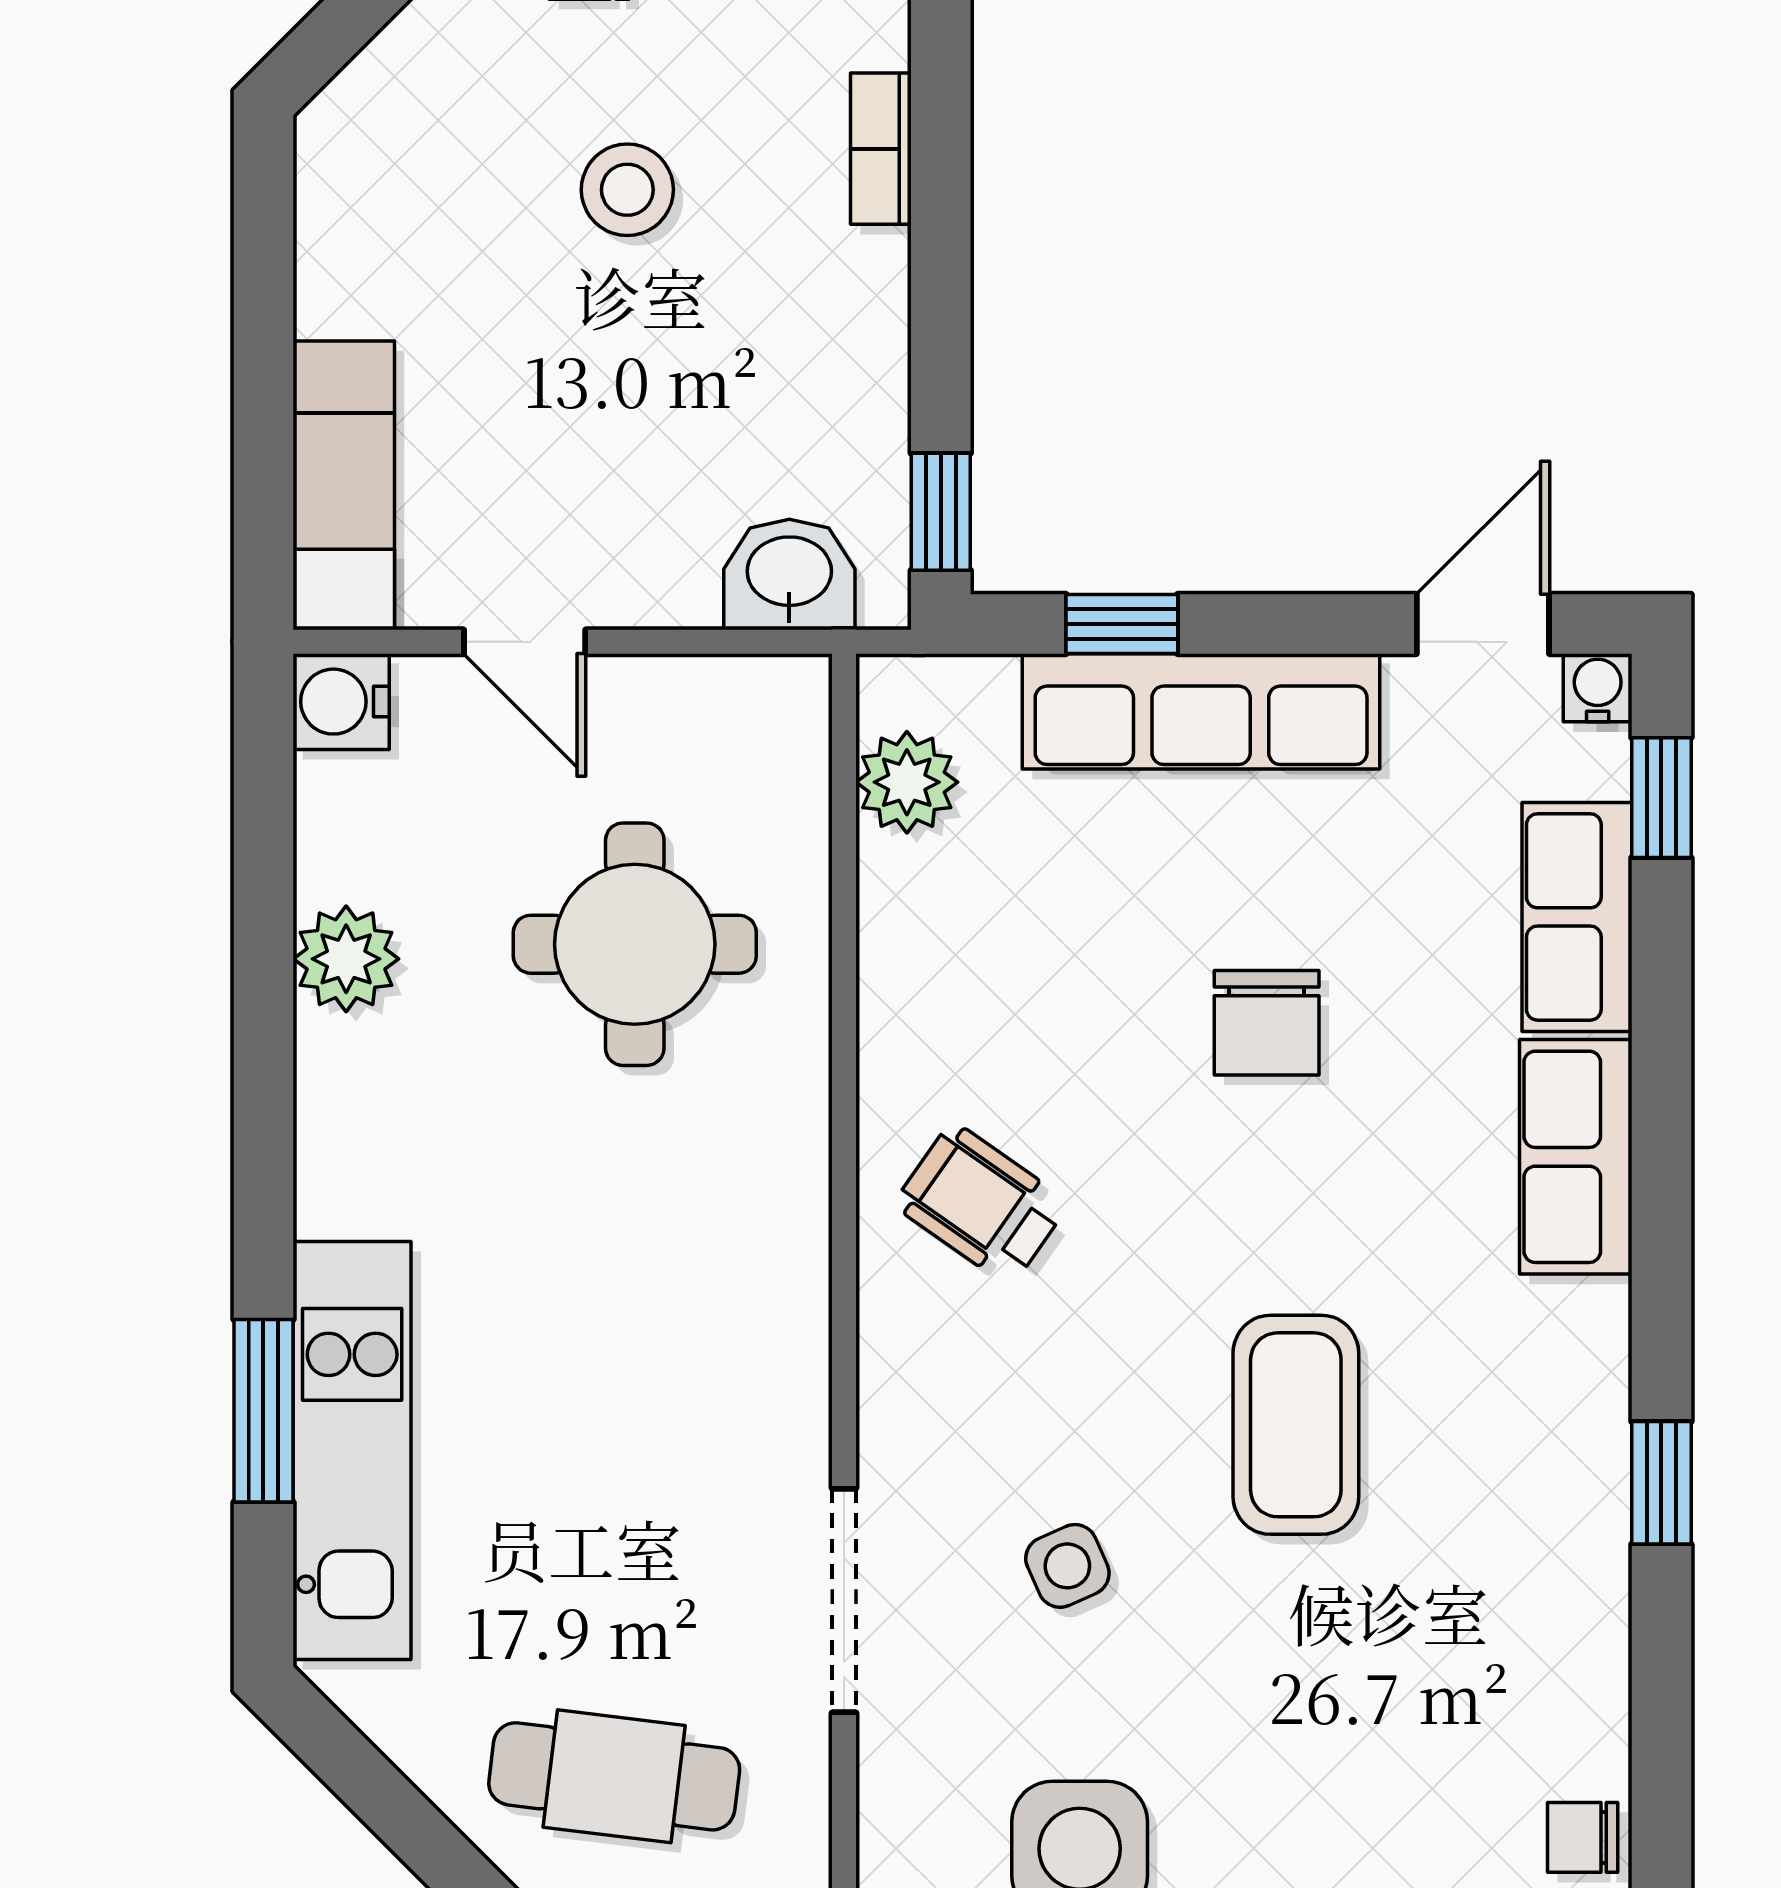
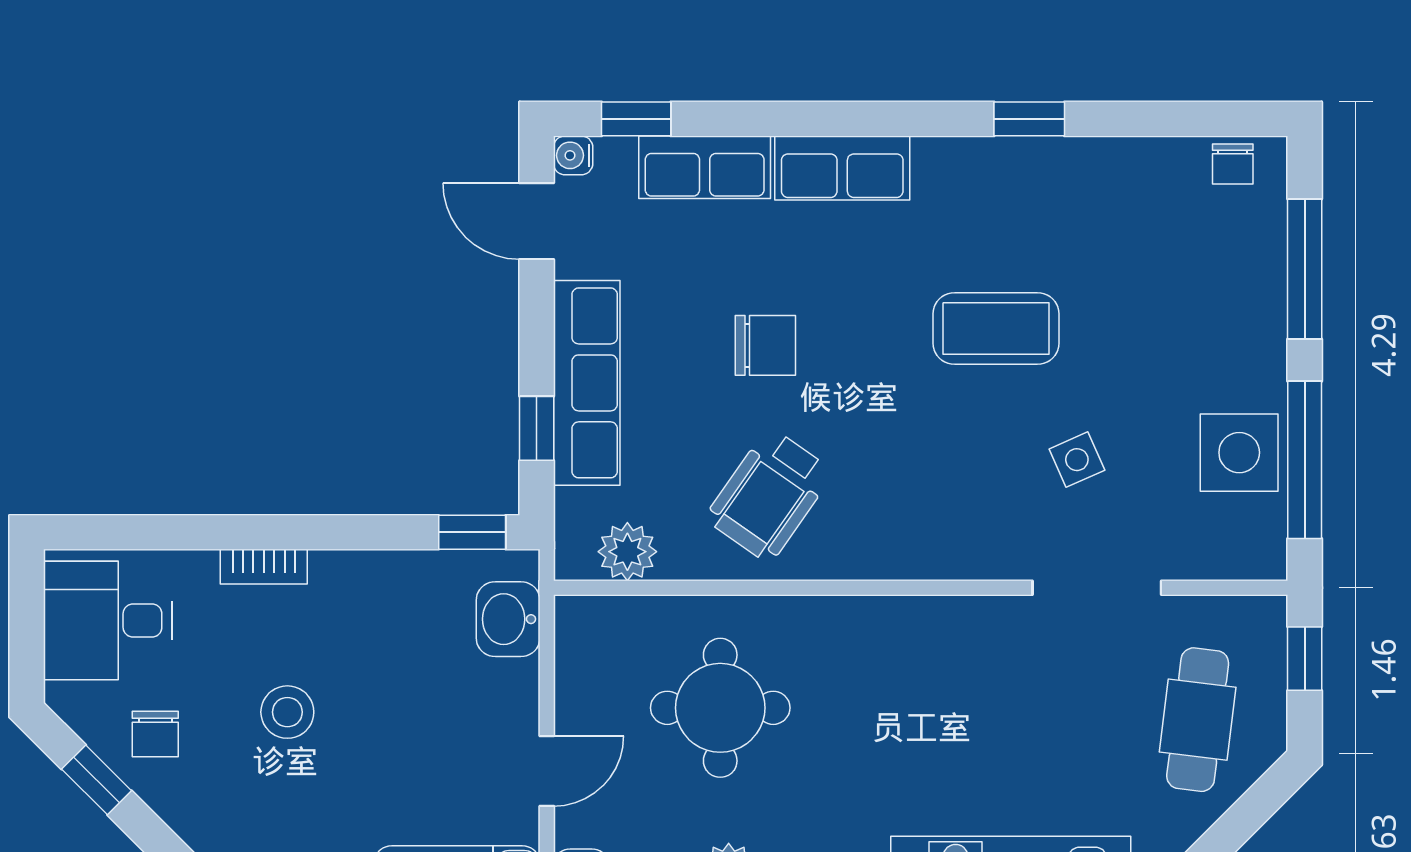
wheelchair: (981, 1204) -> (769, 495), moved, width x1.36, depth x1.37

